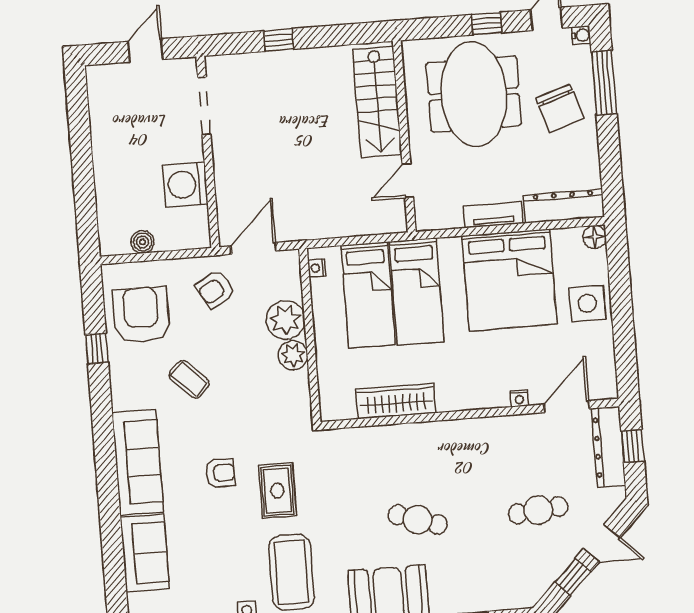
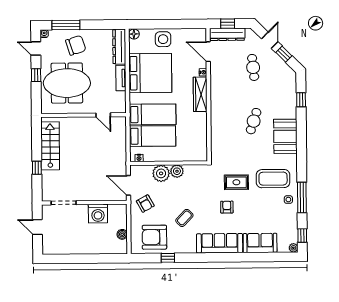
stairs: (377, 102) -> (50, 146), moved, turned -90
wardrobe: (396, 401) -> (200, 94), moved

